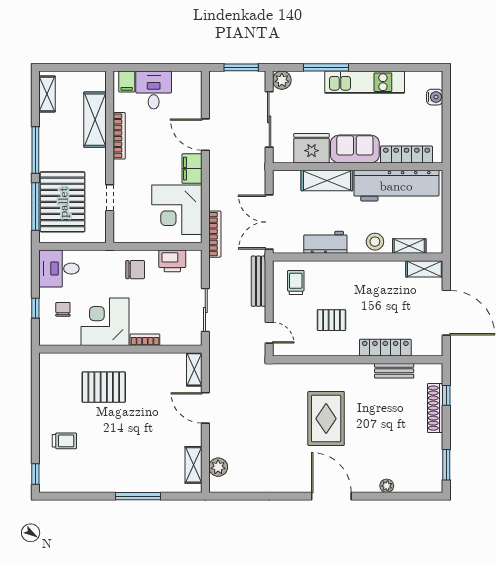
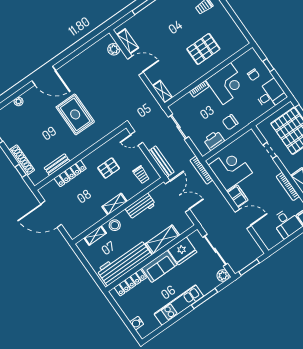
shelving: (424, 269) -> (115, 204), moved
door: (205, 408) -> (135, 66), moved

